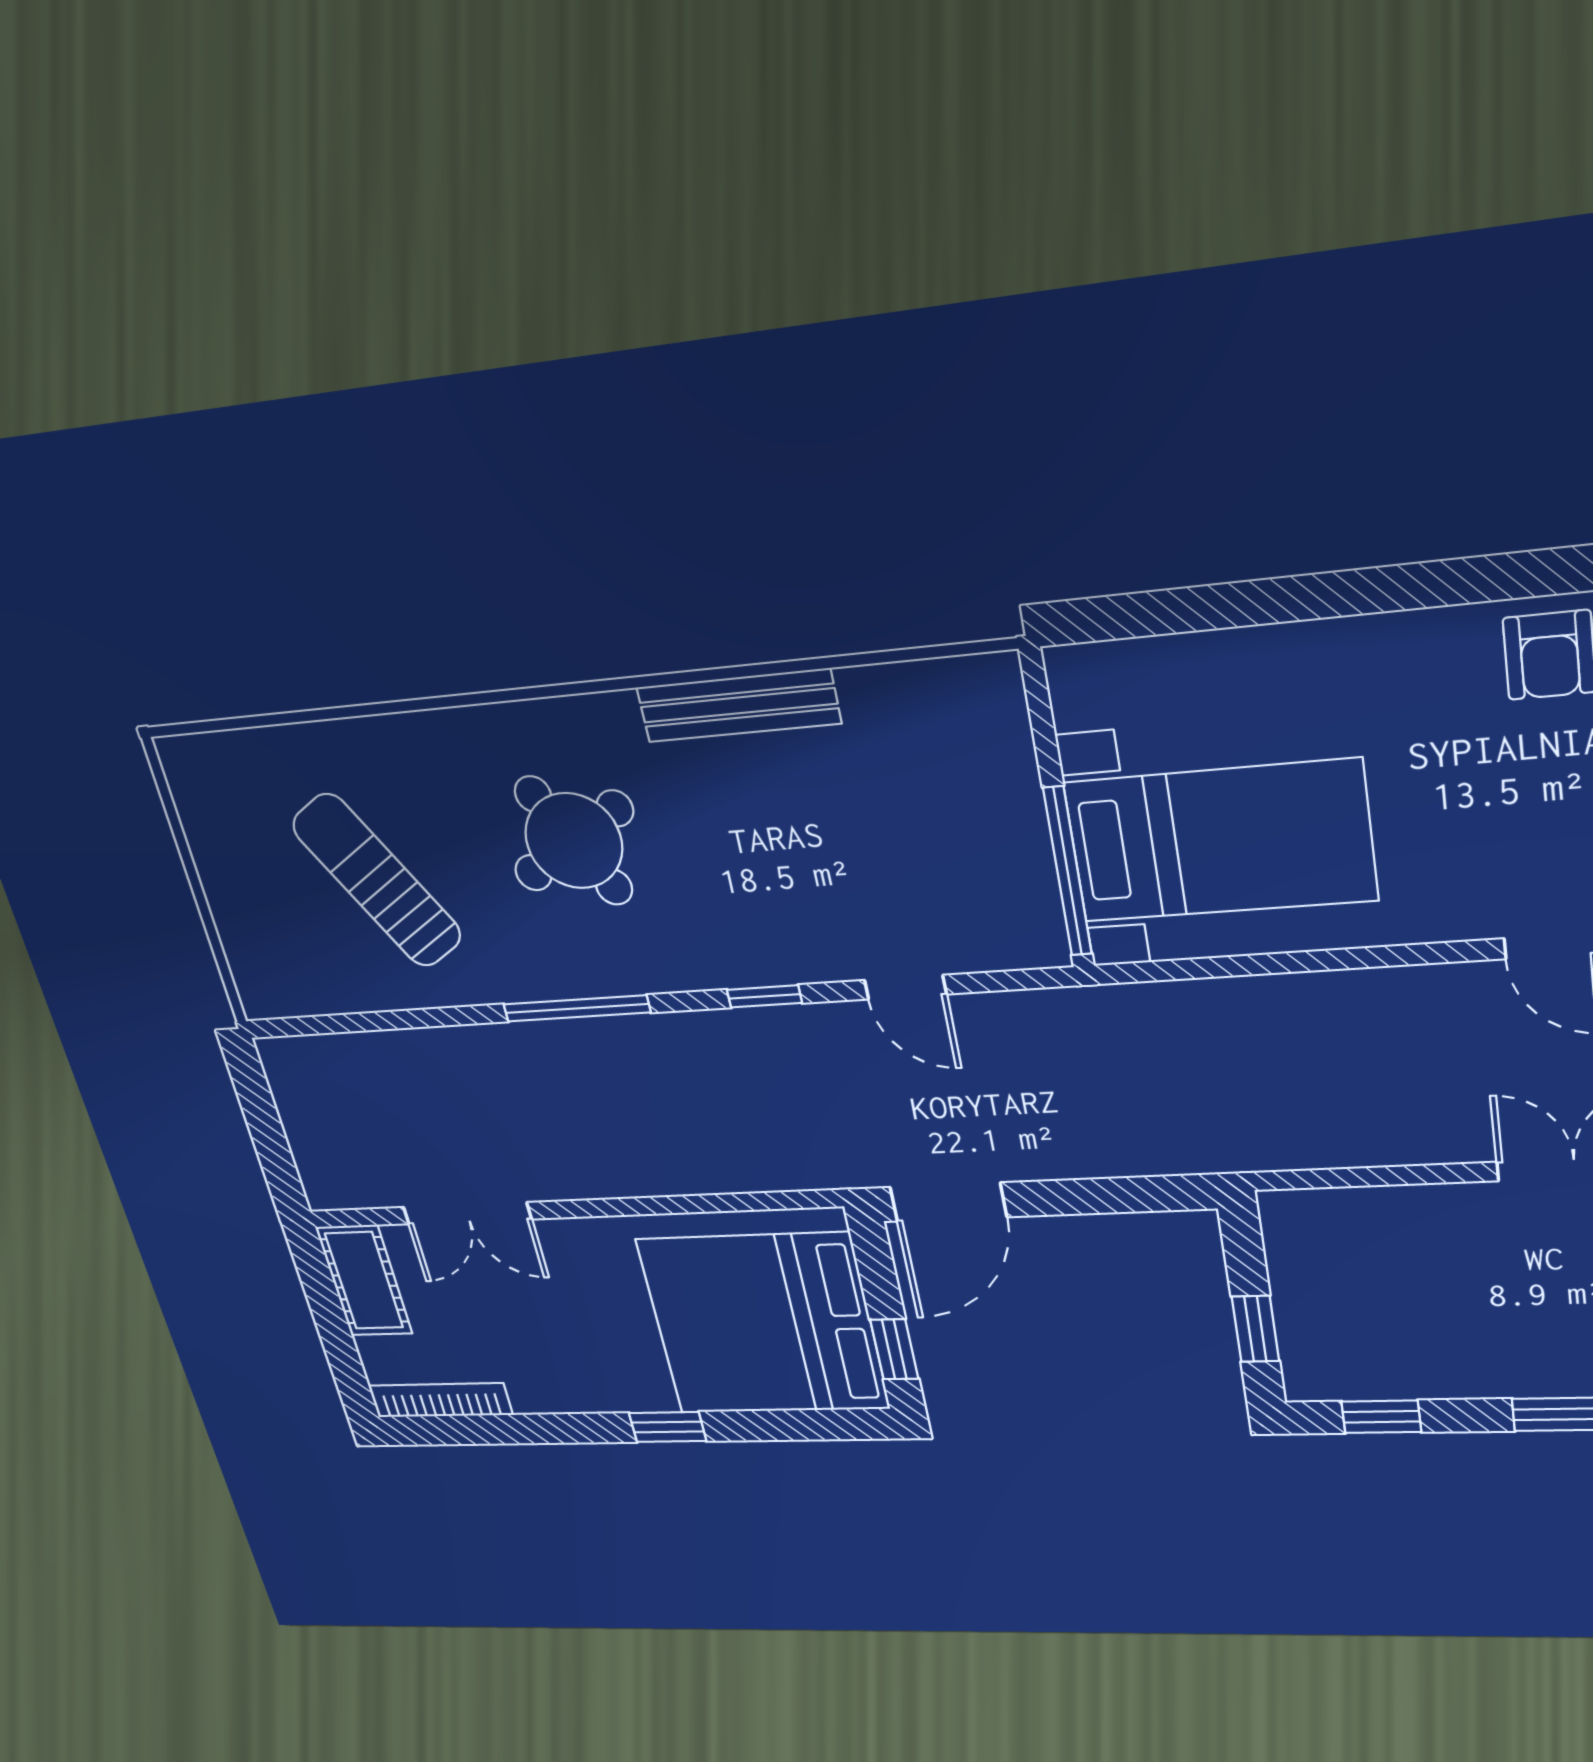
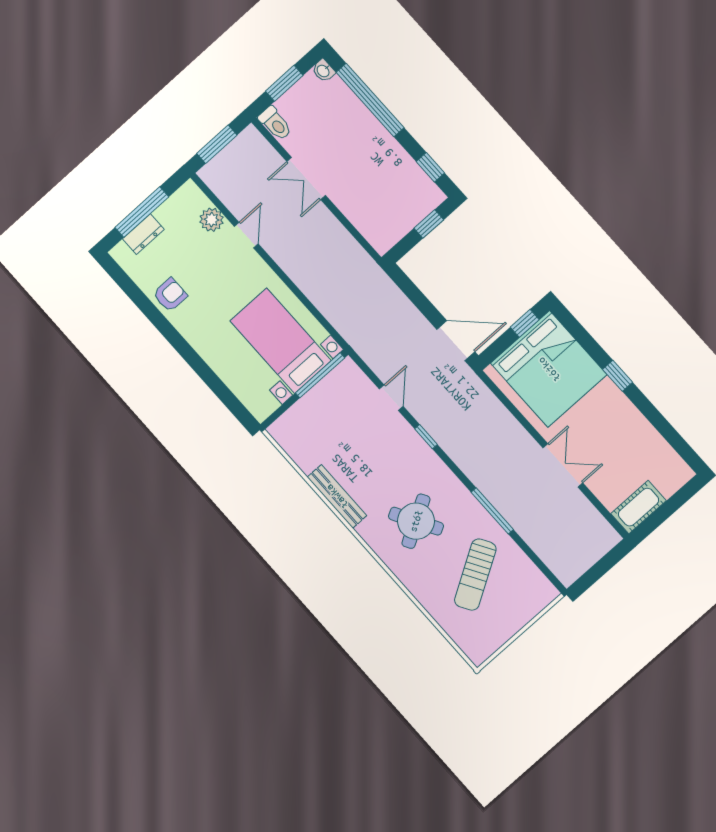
window: (577, 1008) -> (492, 511), moved
double door: (467, 1213) -> (563, 465), moved
bookcase: (440, 1400) -> (670, 457), removed

